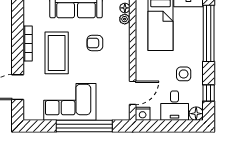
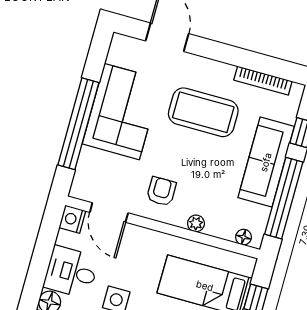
plant: (125, 19) -> (196, 223), moved
bookcase: (28, 43) -> (263, 81), moved
armchair: (95, 43) -> (161, 191), moved

